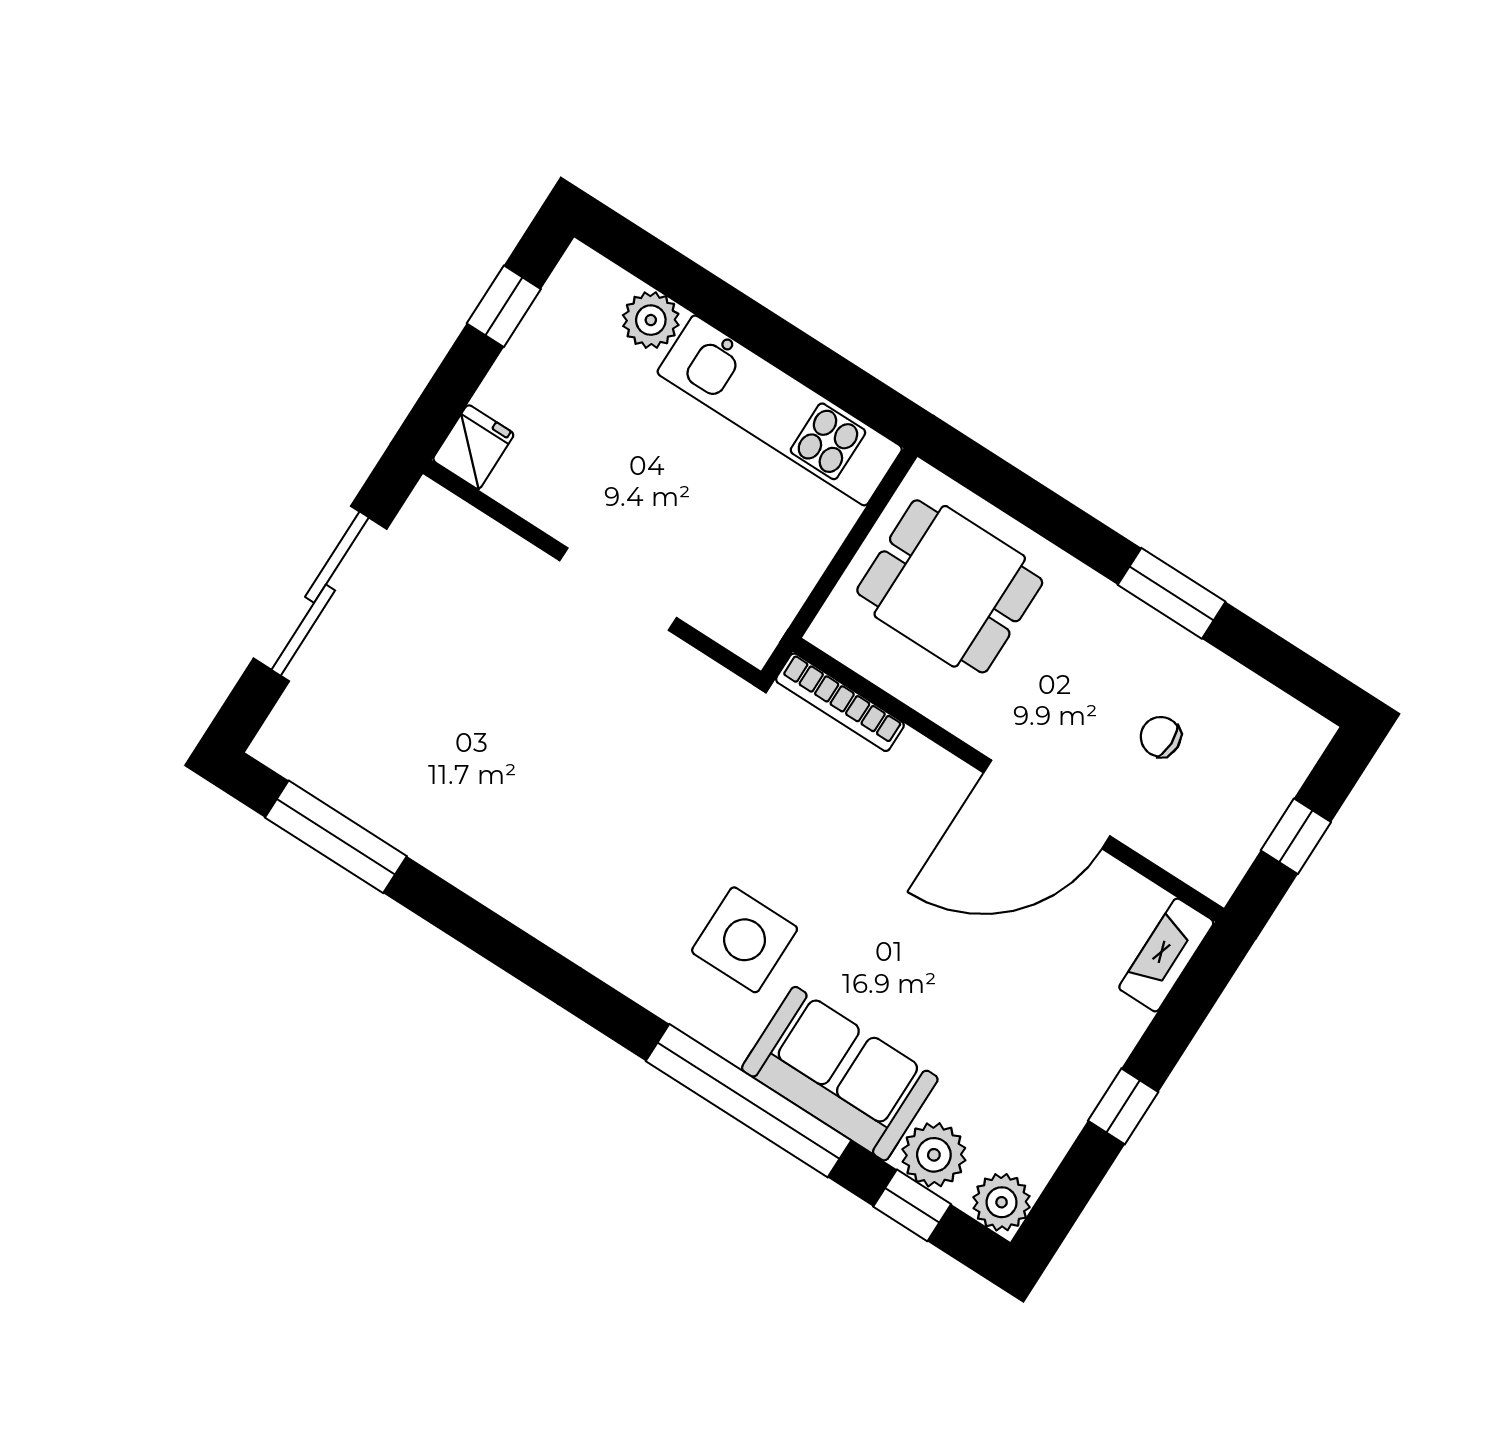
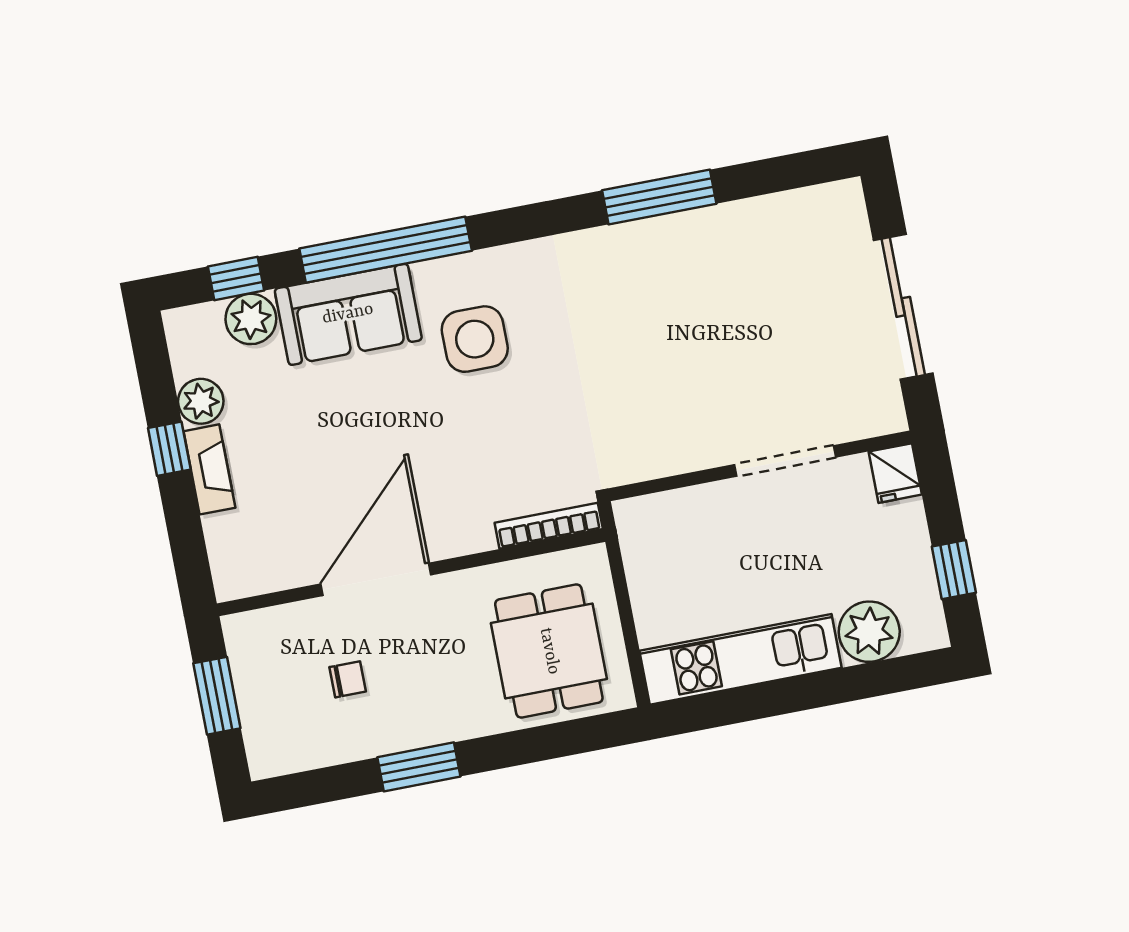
plant: (651, 320) -> (869, 632), width x1.36, depth x1.36
dining table: (950, 586) -> (549, 651), turned 90
doorway: (618, 589) -> (785, 461), moved
window: (1296, 836) -> (217, 696), width x1.50
window: (336, 837) -> (659, 197), moved
fireplace: (1166, 955) -> (209, 469), moved
plant: (1002, 1202) -> (201, 401), moved

